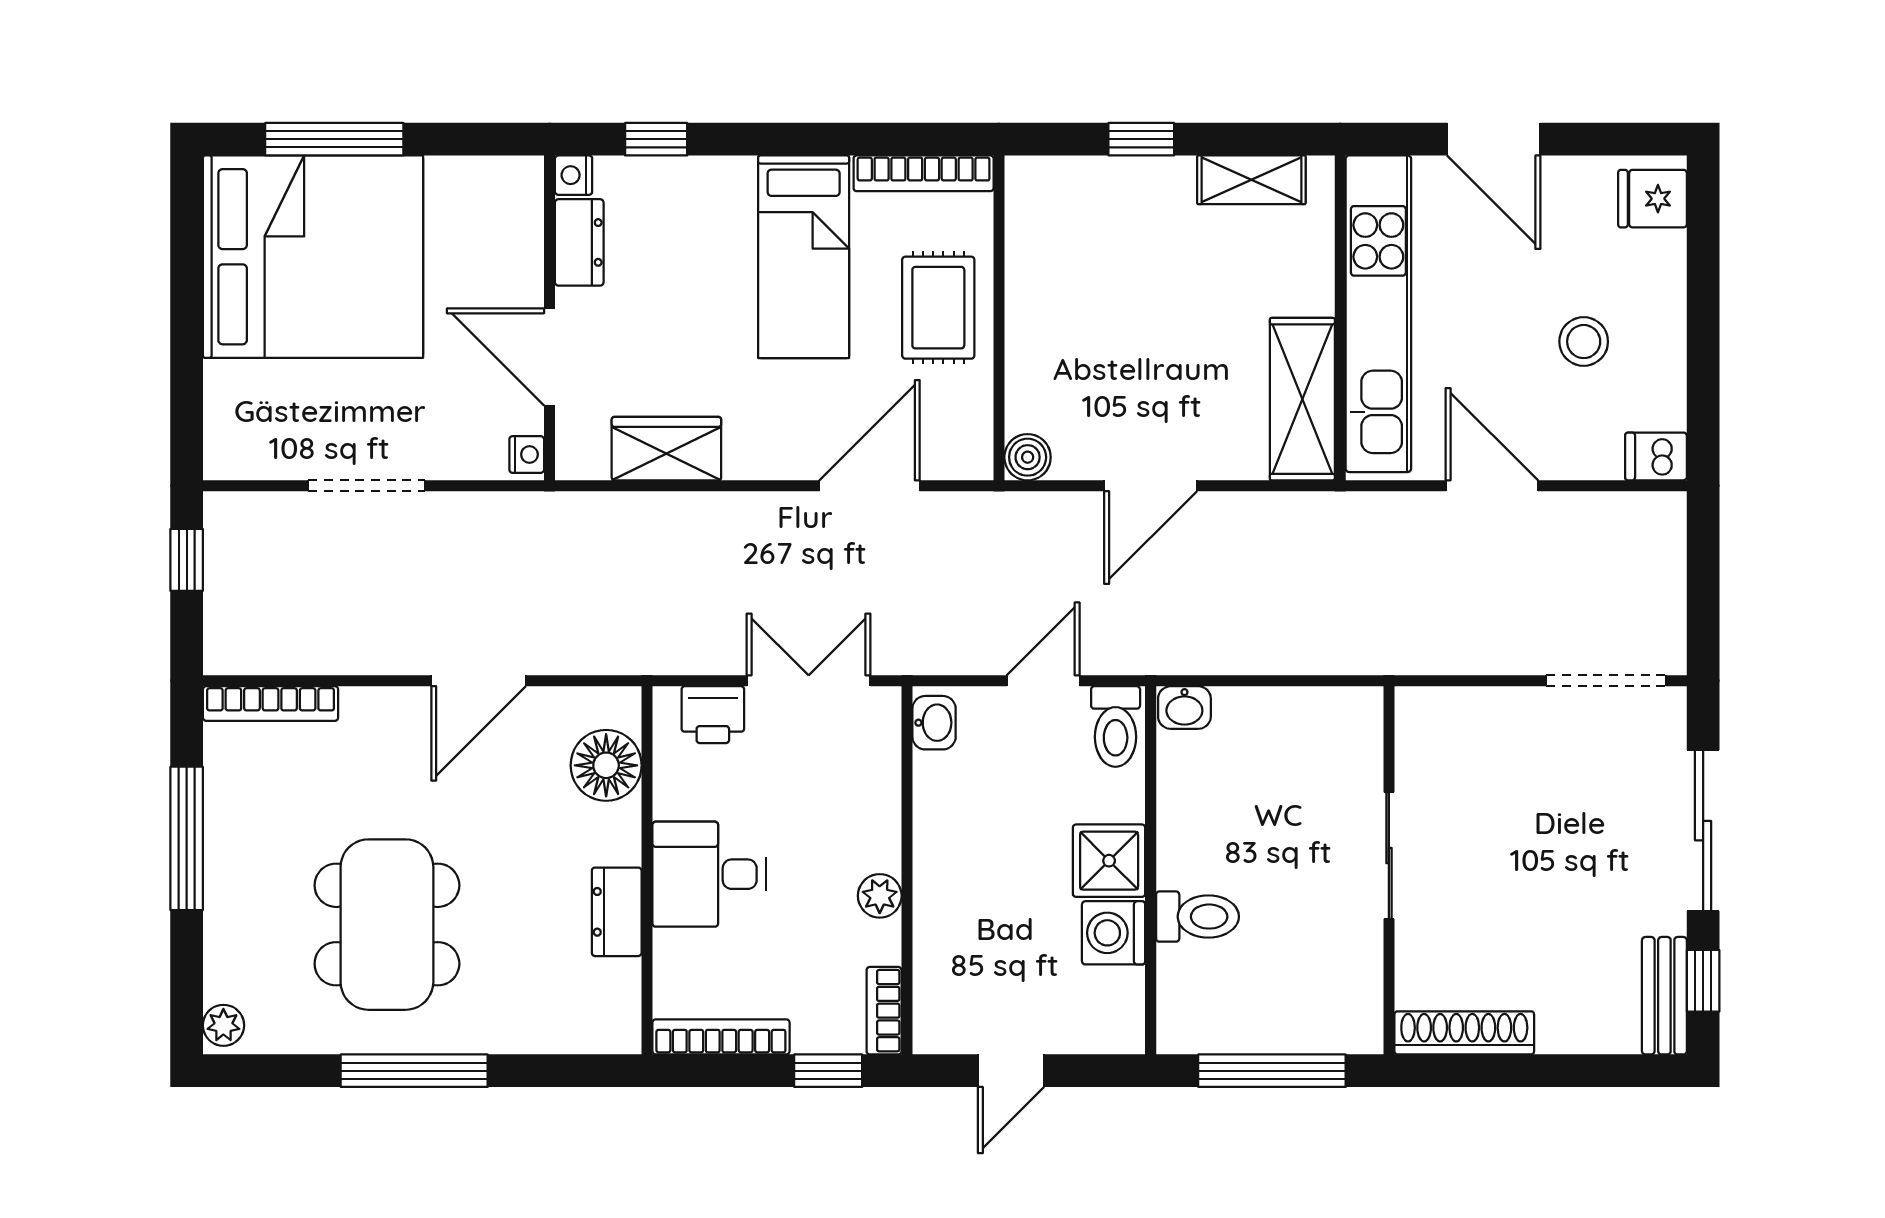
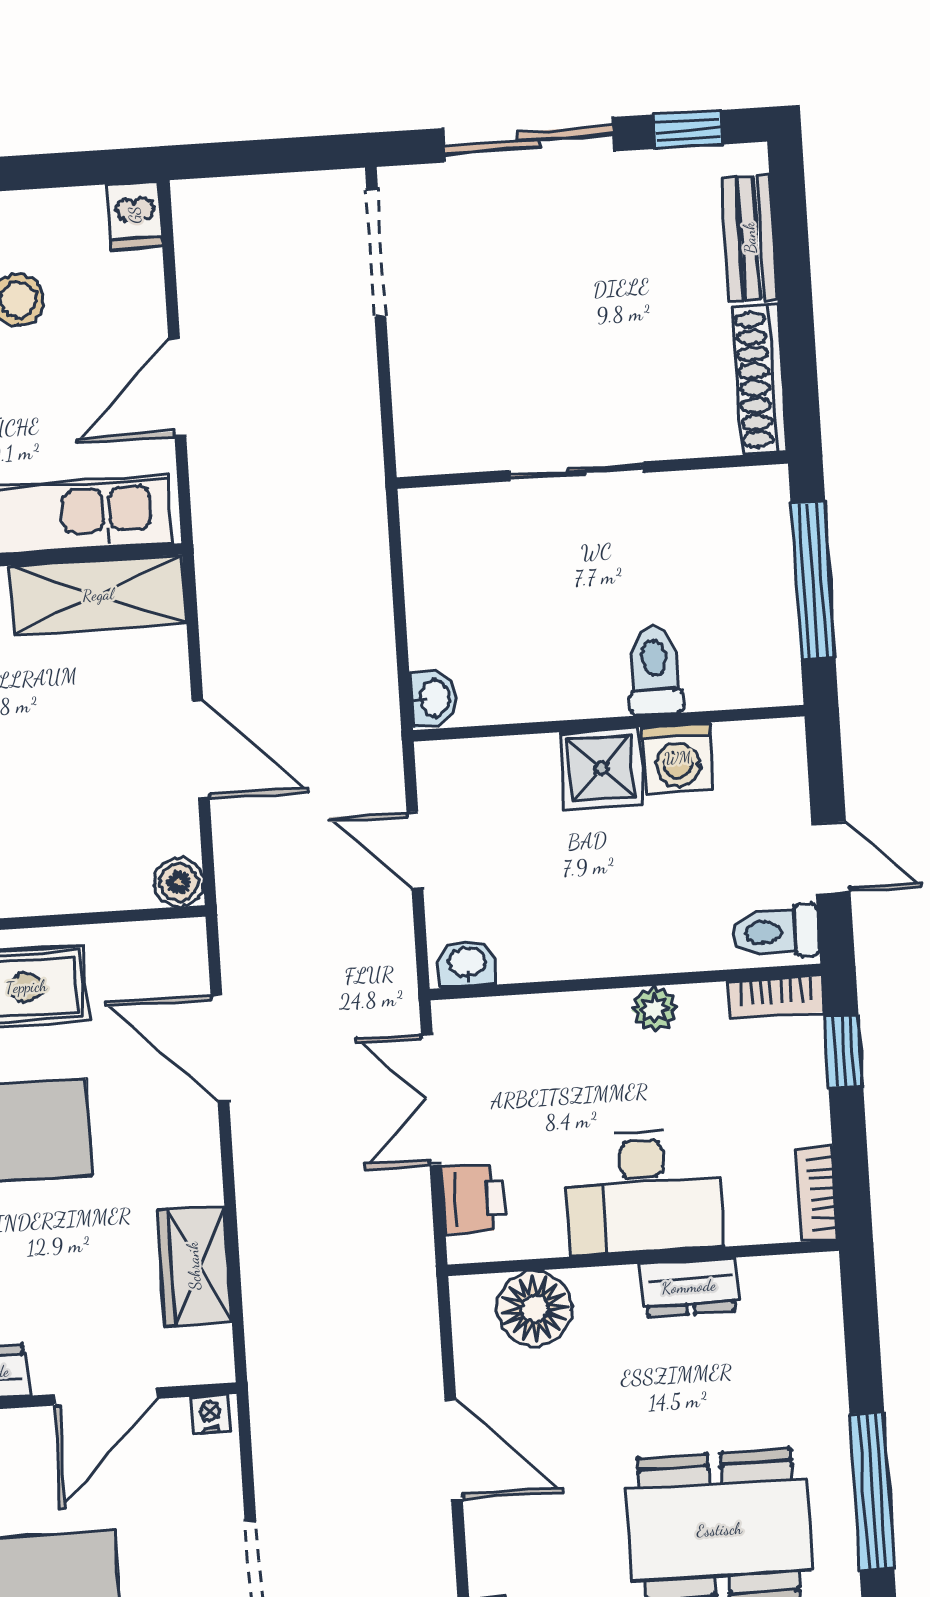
toilet: (1116, 726) -> (775, 932), moved, turned 180
desk: (709, 874) -> (643, 1192), width x1.37
bench: (1664, 996) -> (750, 238), moved, turned 90
bookcase: (721, 1037) -> (817, 1194), width x0.64

